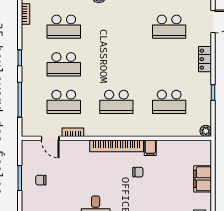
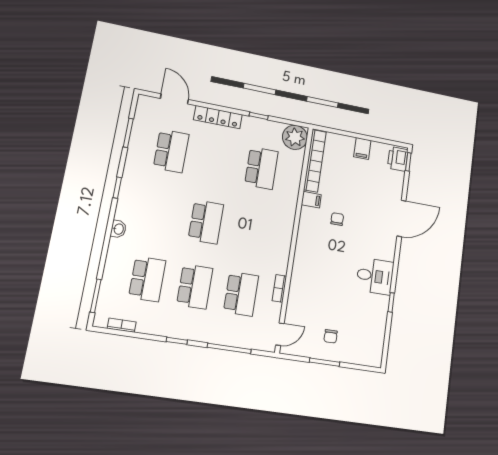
locker: (205, 59) -> (218, 117), width x1.53
school desk: (116, 102) -> (206, 222), moved
plant: (206, 131) -> (295, 137), width x1.88, depth x1.88
door: (50, 138) -> (280, 334), moved
bookcase: (117, 146) -> (315, 161), moved
filing cabinet: (203, 179) -> (362, 149), width x0.50

